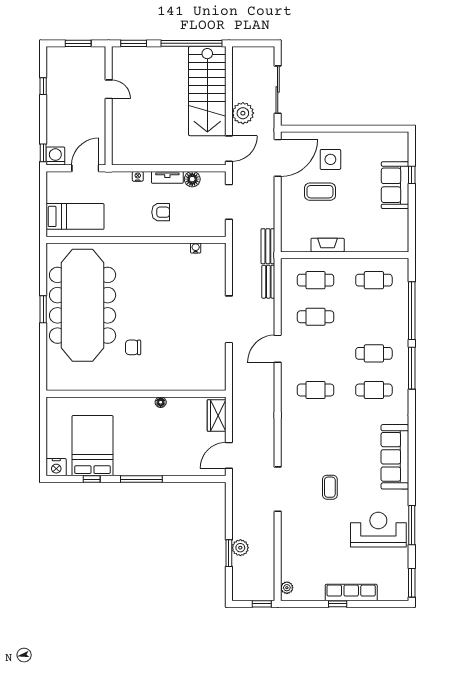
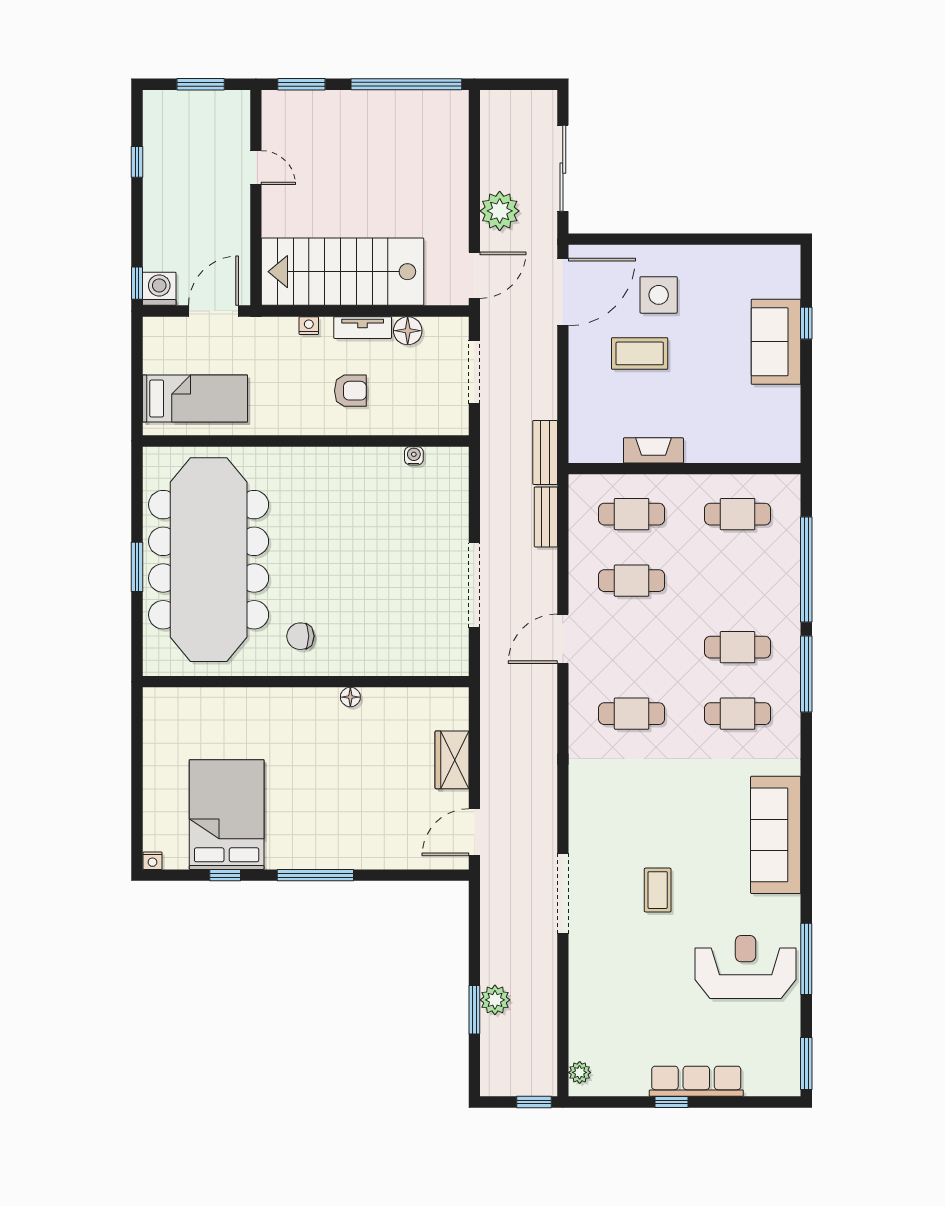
stairs: (207, 91) -> (343, 272), moved, turned 90
wall: (136, 394) -> (306, 682), moved
floor lamp: (161, 402) -> (350, 697), moved
nightstand: (56, 467) -> (152, 861), width x0.53, depth x0.56

